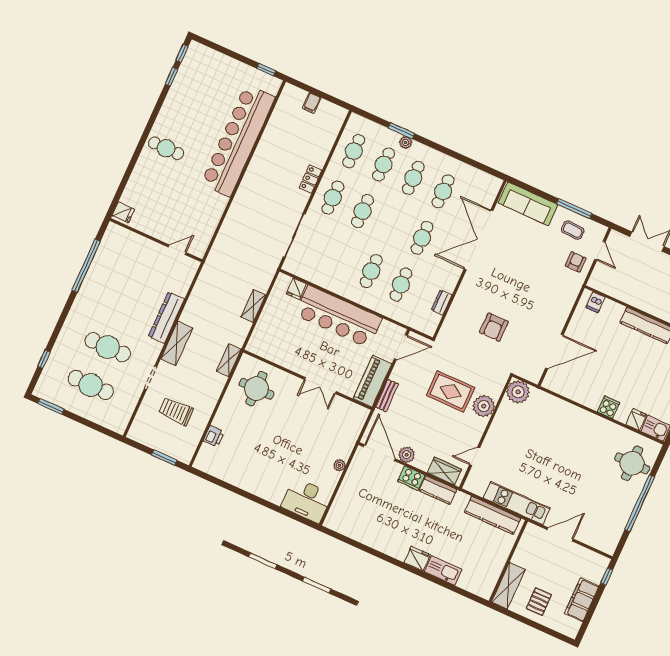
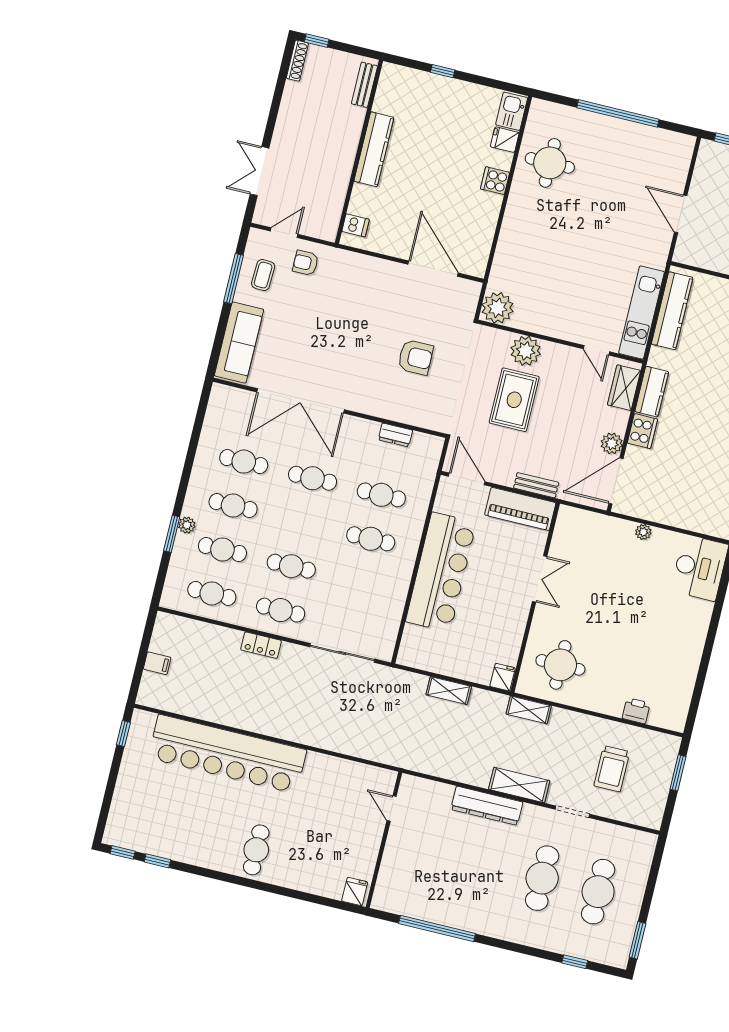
fridge: (296, 289) -> (503, 677), moved, turned -90
round table: (632, 463) -> (550, 163), moved
kitchen unit: (517, 503) -> (641, 313), moved

